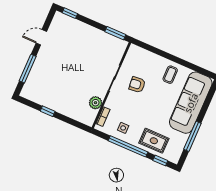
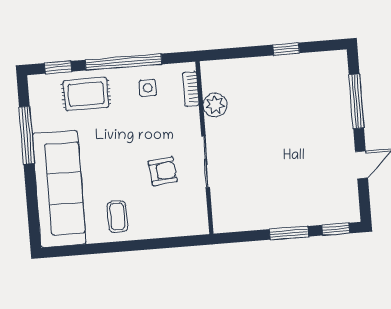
window: (115, 33) -> (289, 233), moved

